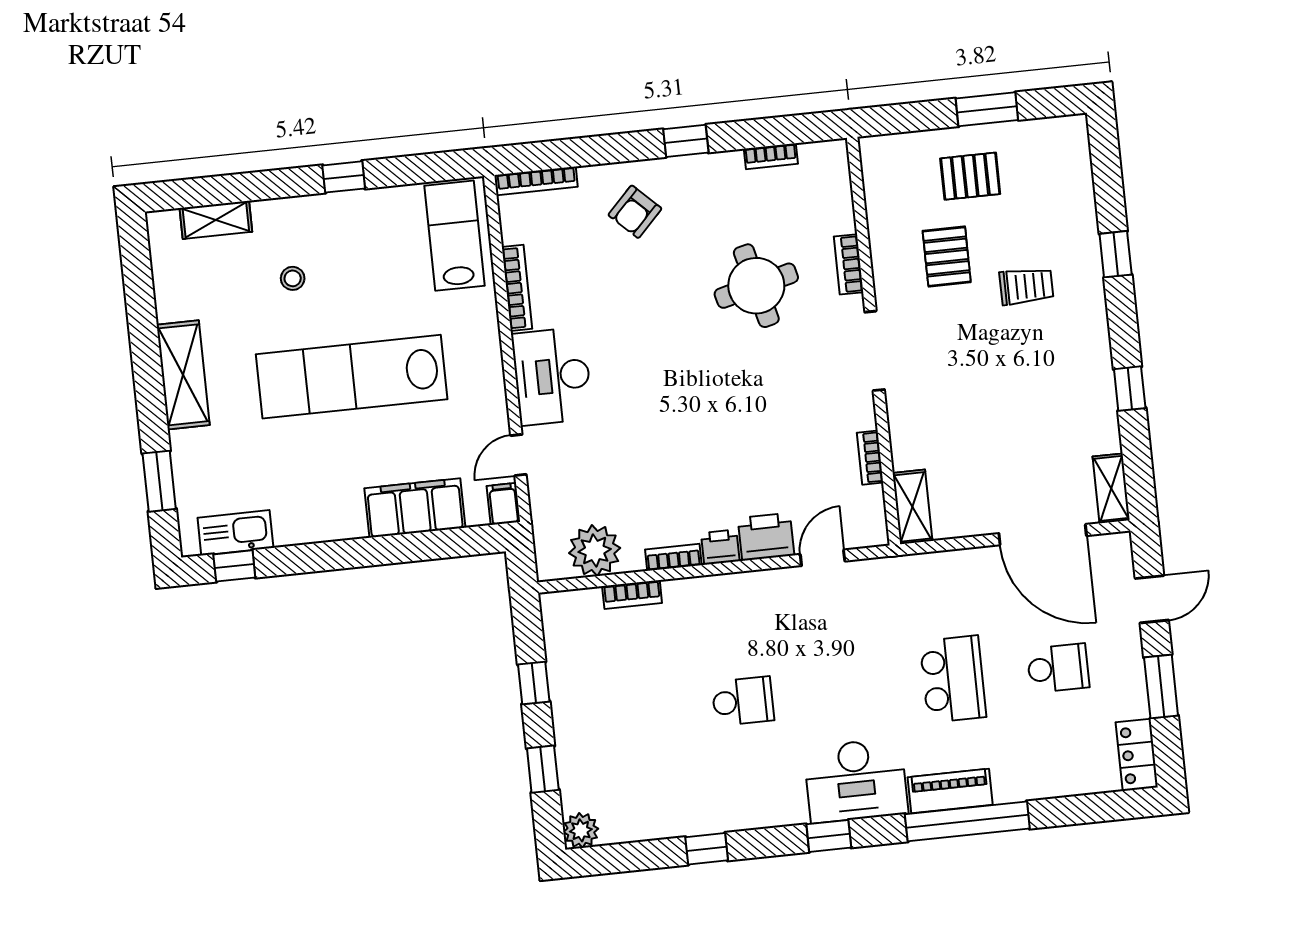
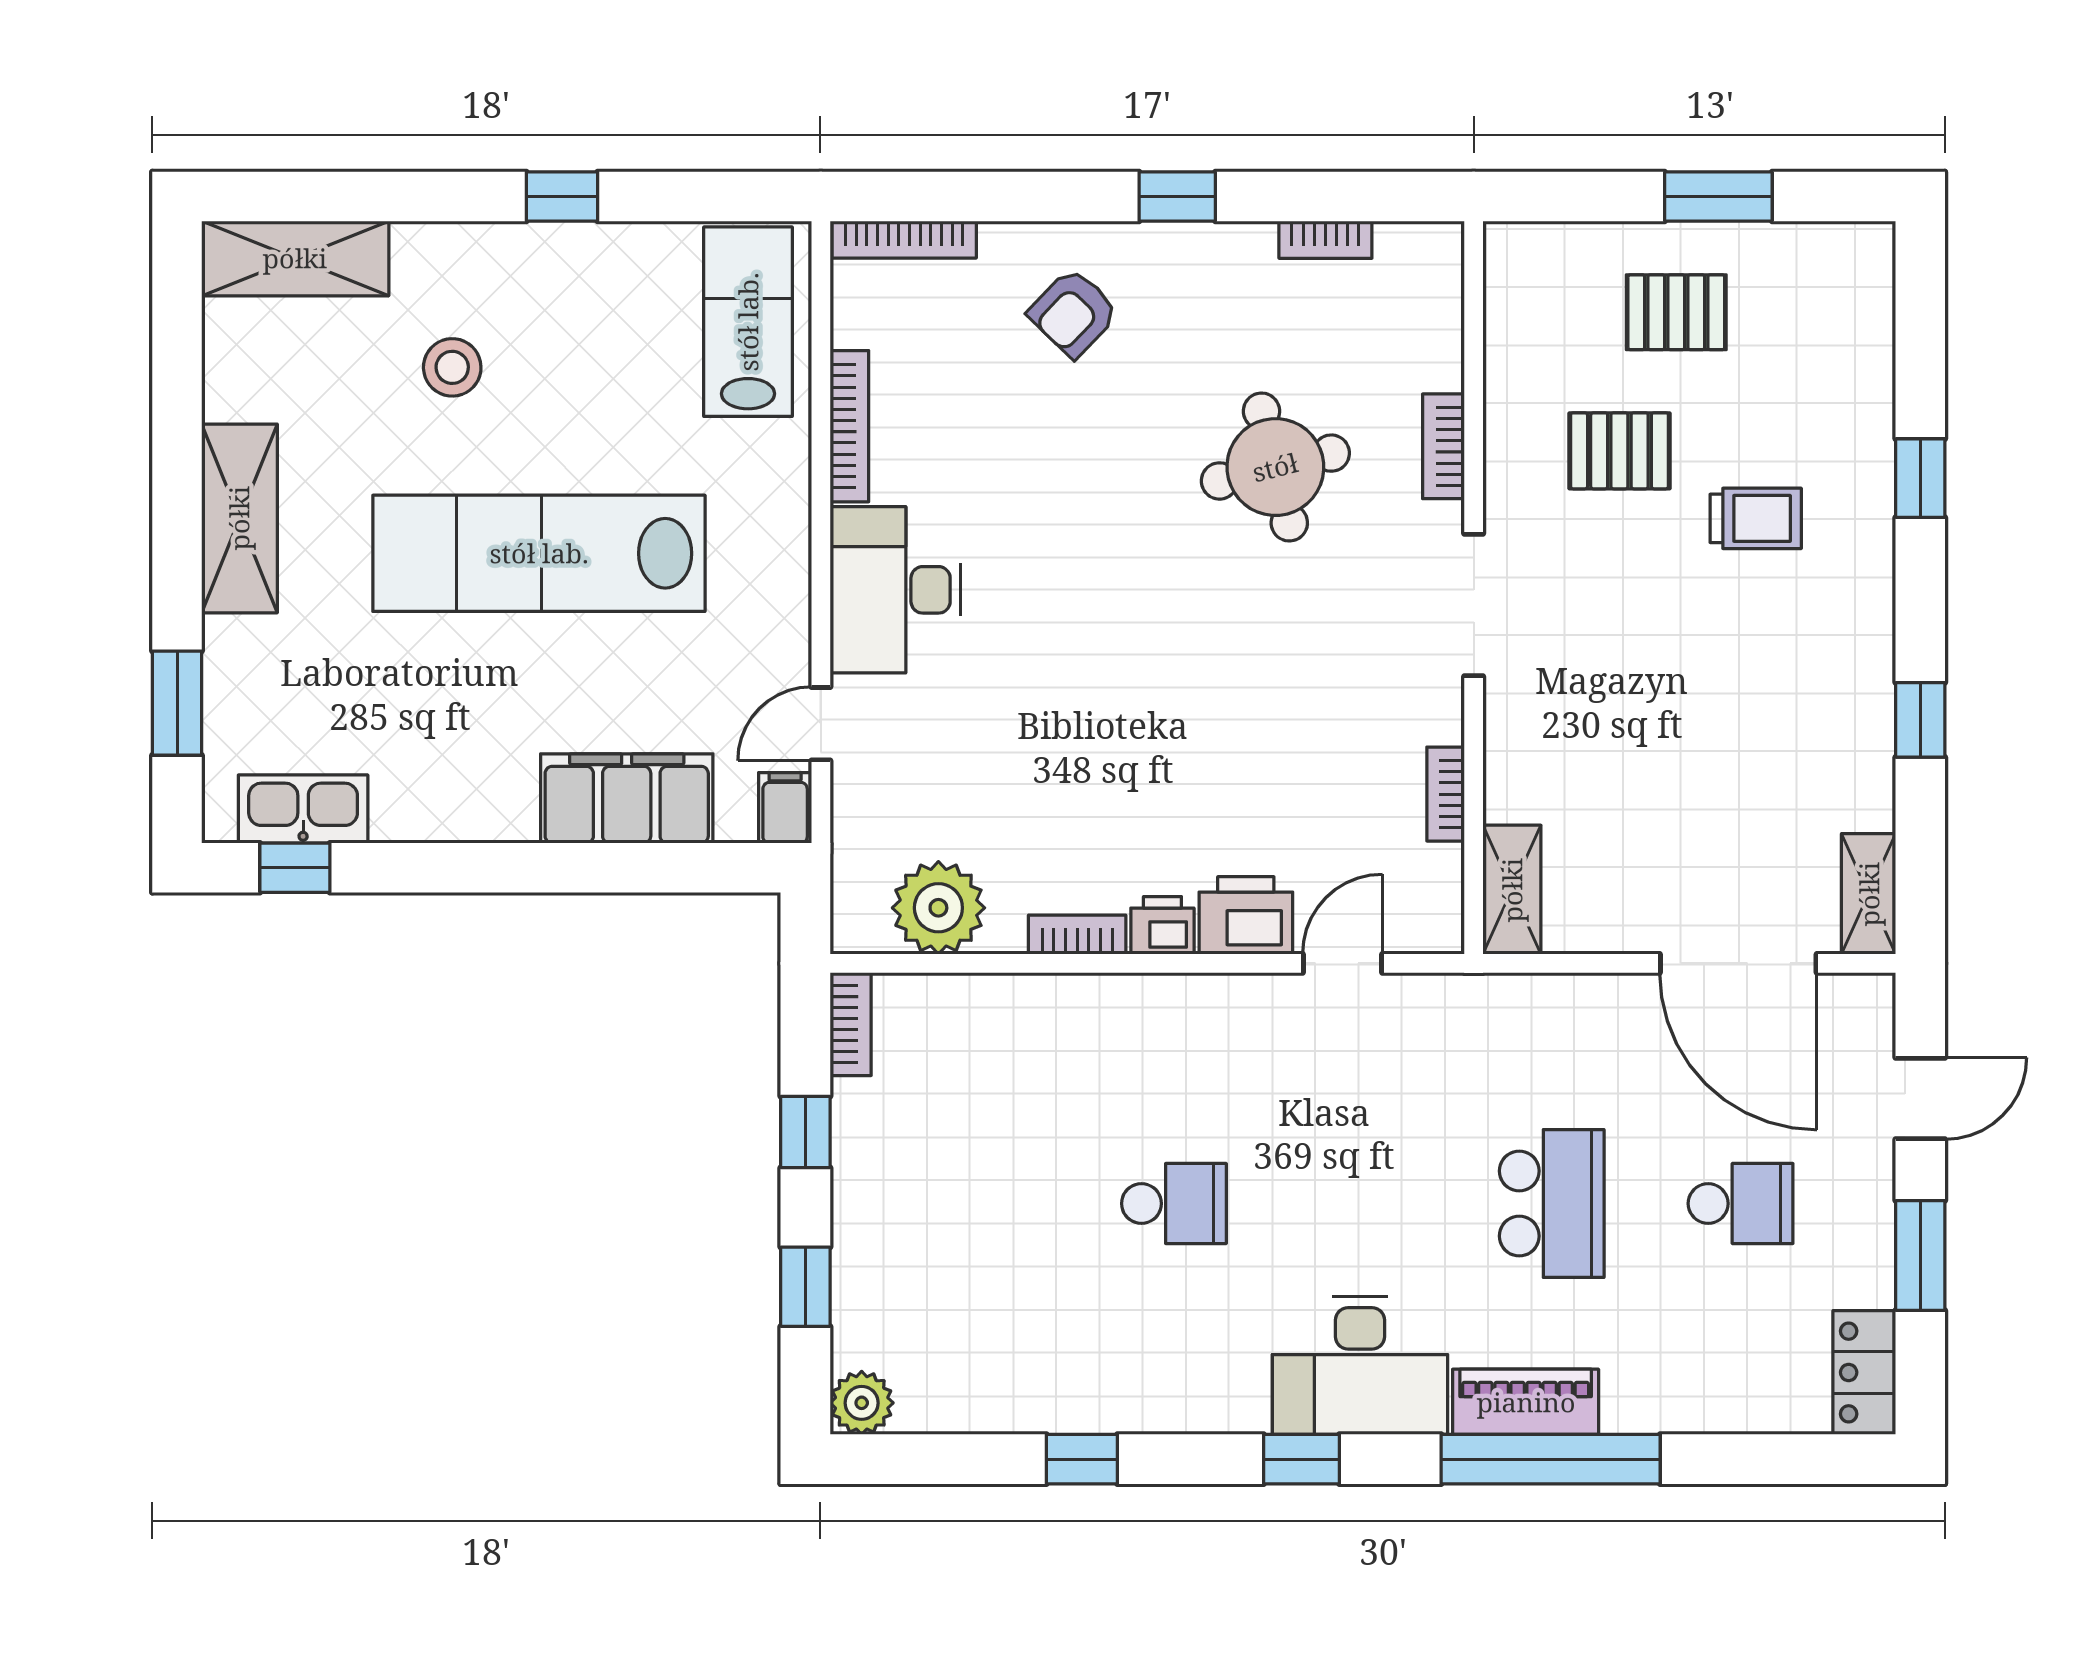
shelving: (216, 220) -> (295, 258), width x1.50, depth x1.33
pallet: (947, 257) -> (1619, 451), turned 90
stool: (293, 278) -> (452, 367), width x1.37, depth x1.37
bookcase: (632, 595) -> (851, 1024), moved, turned -90

